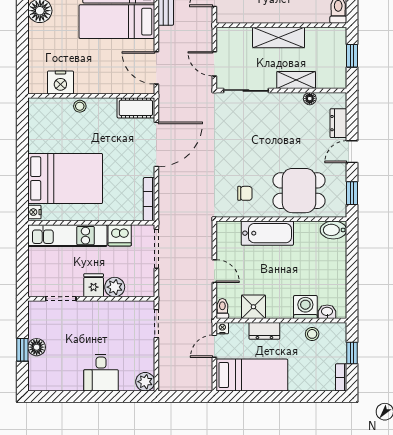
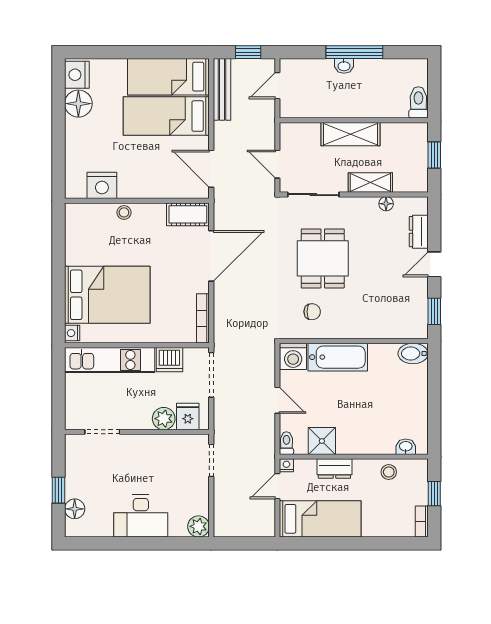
dining table: (299, 191) -> (323, 258), moved, turned 90
fridge: (94, 285) -> (188, 417), moved
washing machine: (305, 307) -> (293, 356), moved, turned 180
floor lamp: (37, 347) -> (75, 509), moved
desk: (101, 373) -> (141, 516), width x1.37

